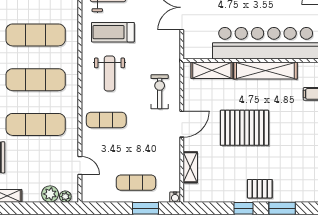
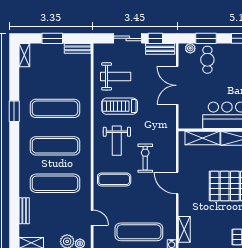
exercise bike: (160, 92) -> (145, 158), moved
door: (182, 124) -> (177, 183), swing flipped
shelving: (190, 167) -> (184, 229), moved
exercise mat: (136, 183) -> (139, 232), width x1.36, depth x1.45

